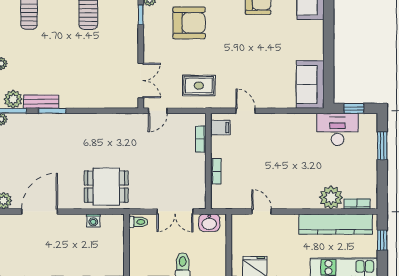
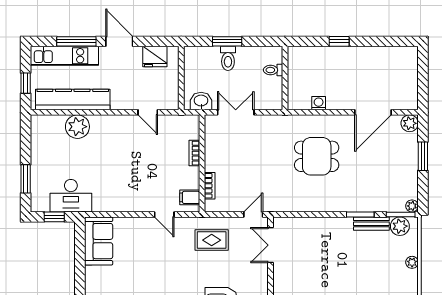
dining table: (106, 187) -> (317, 156), moved
bookcase: (357, 204) -> (51, 120), removed
toilet: (138, 222) -> (273, 70), moved

